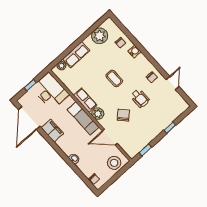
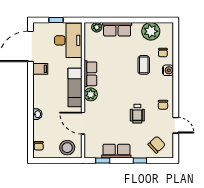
coffee table: (114, 78) -> (144, 65), moved
door: (172, 83) -> (176, 125), hinge flipped
chair: (123, 115) -> (157, 145), moved
filing cabinet: (52, 131) -> (40, 69), width x0.50
row of seats: (149, 136) -> (116, 151), added

